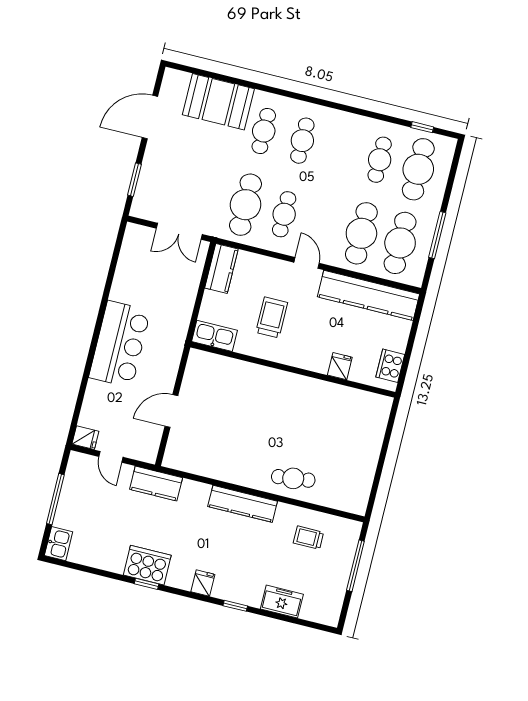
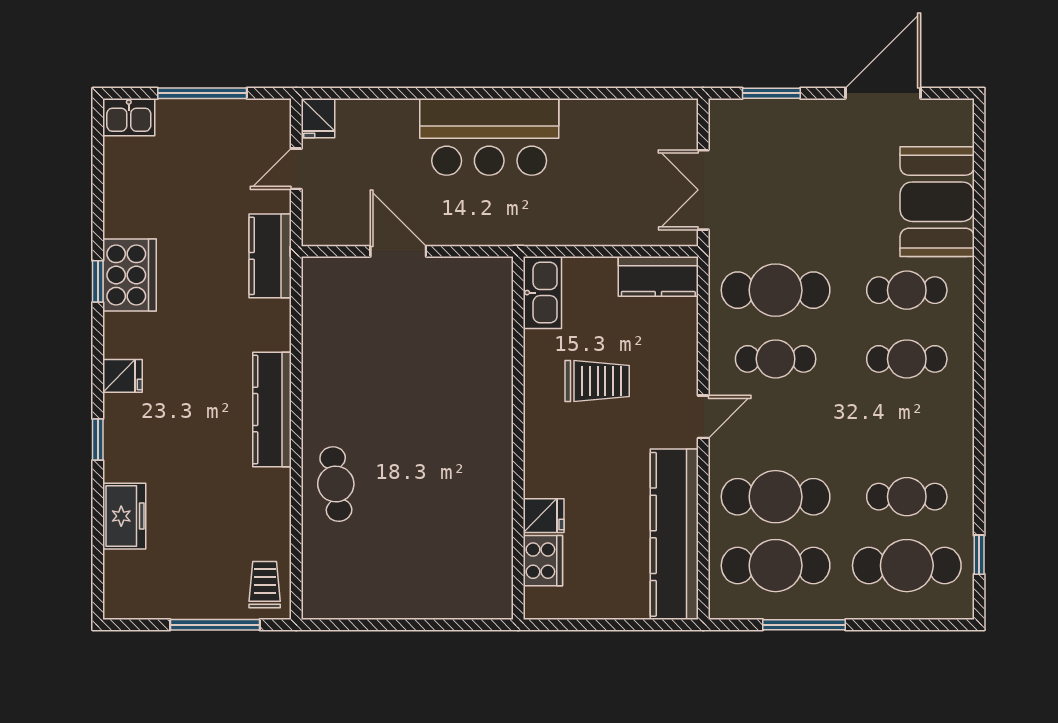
door: (150, 117) -> (883, 93), hinge flipped
cooker: (390, 366) -> (543, 561), moved, turned 90
trolley: (308, 538) -> (265, 585), moved

